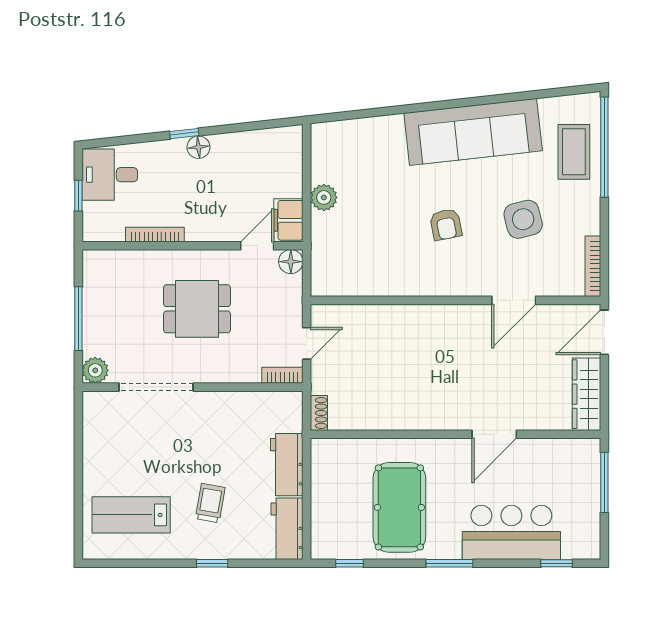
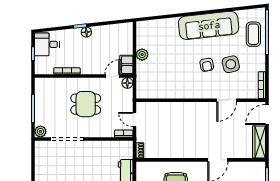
armchair: (446, 225) -> (207, 65), moved
door: (307, 343) -> (134, 119), swing flipped

